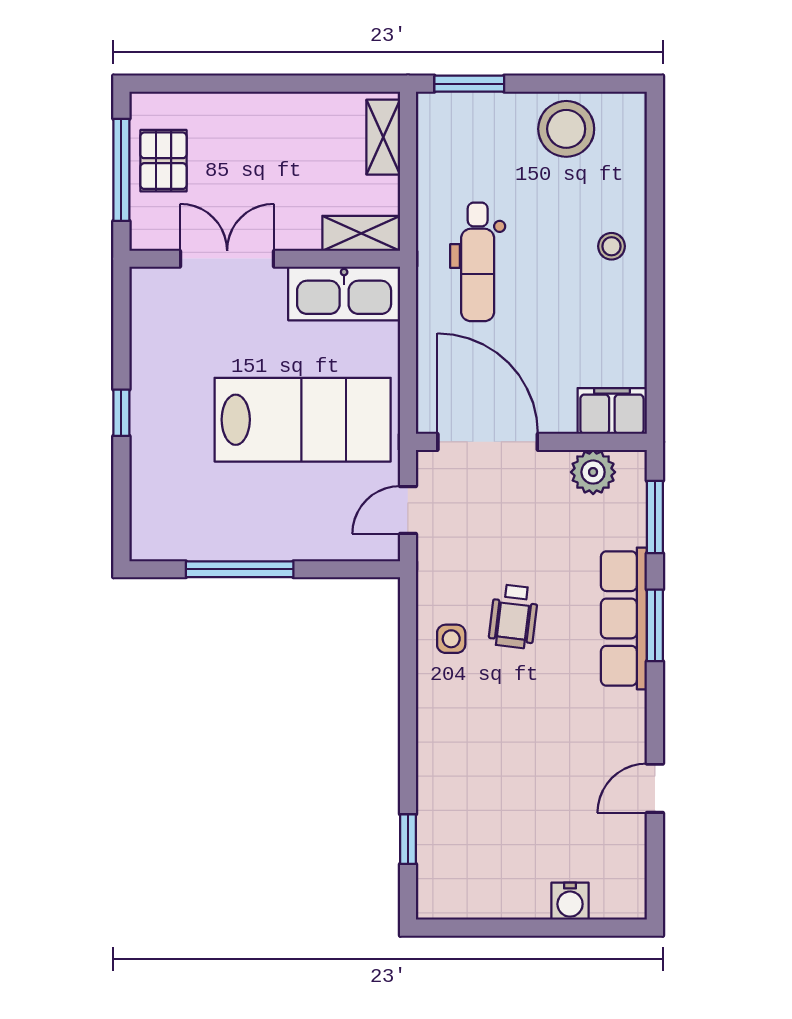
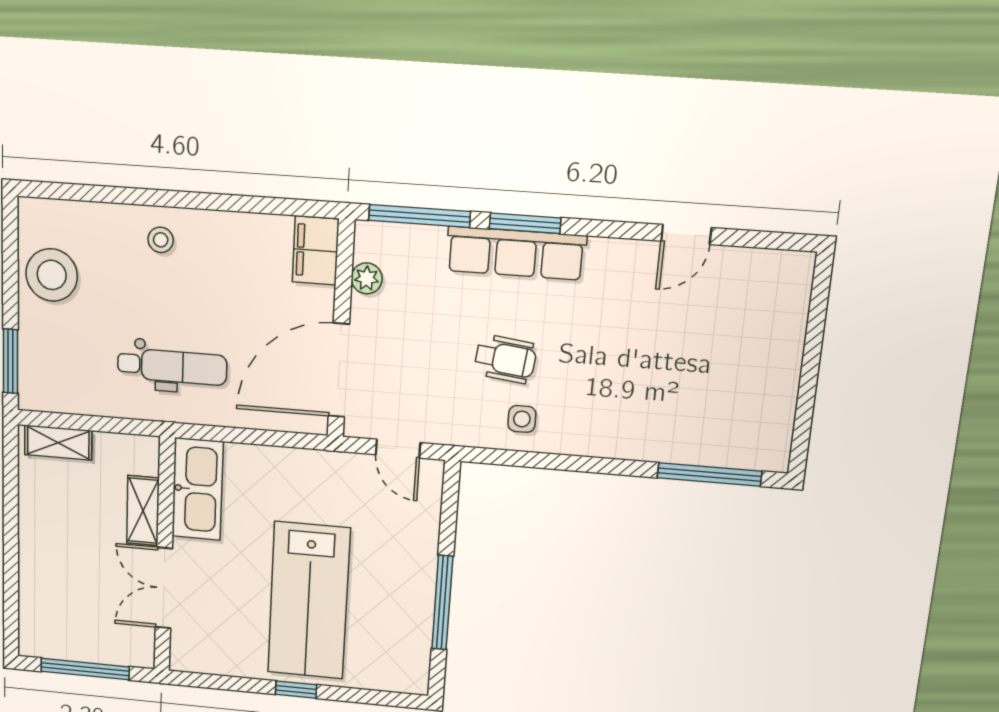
pallet: (163, 161) -> (77, 633), removed
shelving: (361, 233) -> (143, 511), moved
lab bench: (303, 420) -> (309, 601), moved, turned 180
plant: (593, 472) -> (367, 278), width x0.73, depth x0.73
window: (655, 517) -> (420, 216), width x1.44
door: (655, 788) -> (686, 234), hinge flipped
window: (408, 839) -> (709, 474), width x2.17
water cooler: (570, 901) -> (789, 326), removed

